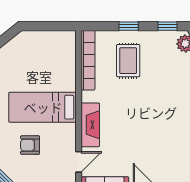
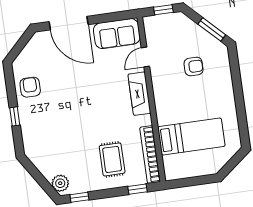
window: (129, 26) -> (138, 189), moved
bed: (43, 107) -> (191, 137), moved

